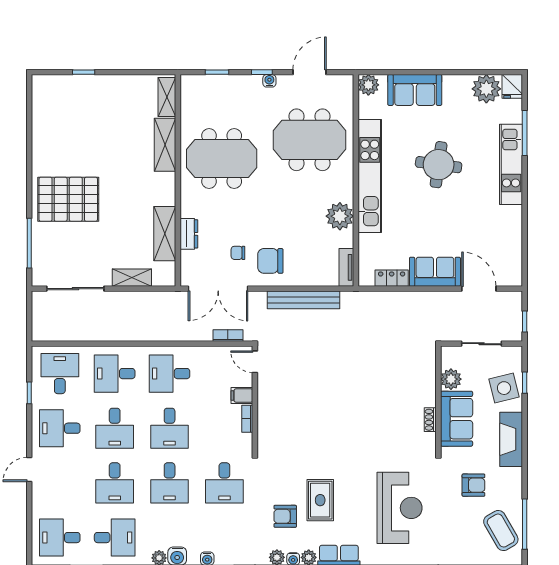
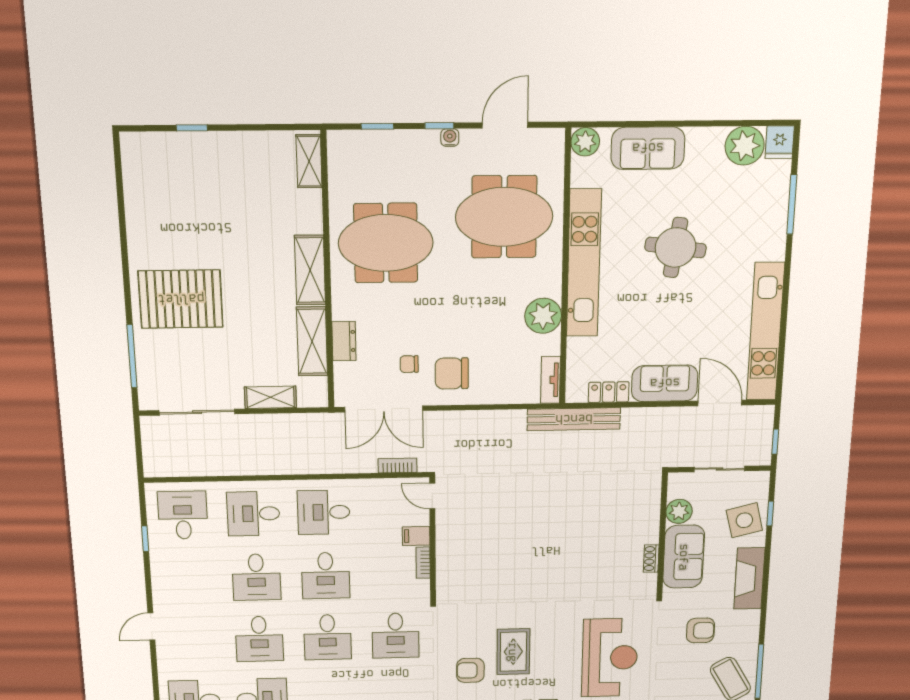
shelving: (165, 145) -> (310, 270), moved
kitchen unit: (511, 164) -> (765, 332), moved, width x1.36
bench: (303, 300) -> (574, 419), moved
desk: (60, 428) -> (187, 579), removed

